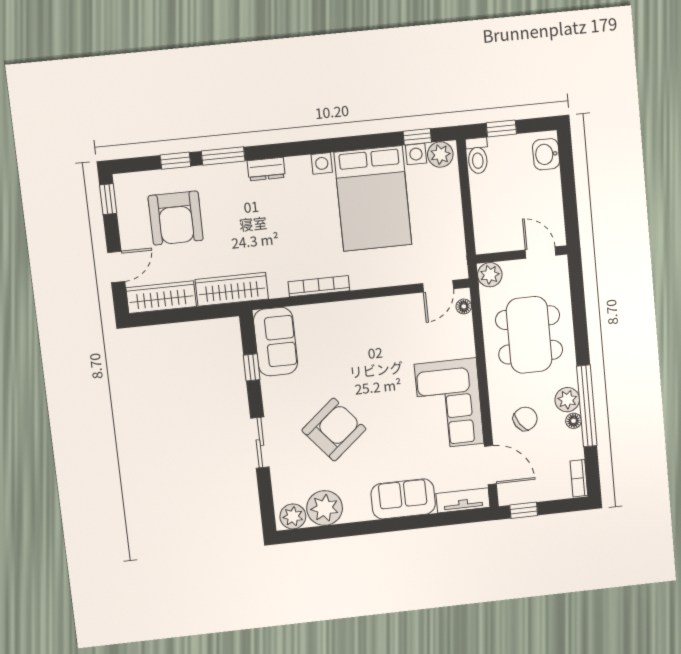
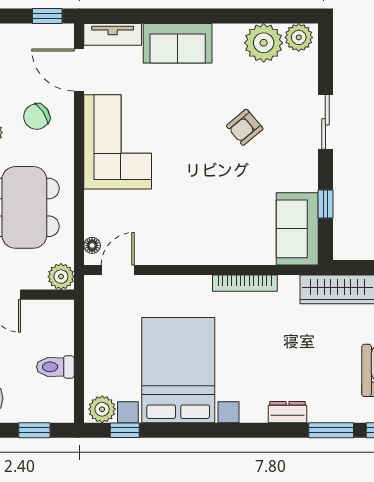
toilet: (477, 156) -> (55, 367), moved, turned -90
armchair: (334, 430) -> (245, 127), width x0.53, depth x0.53

